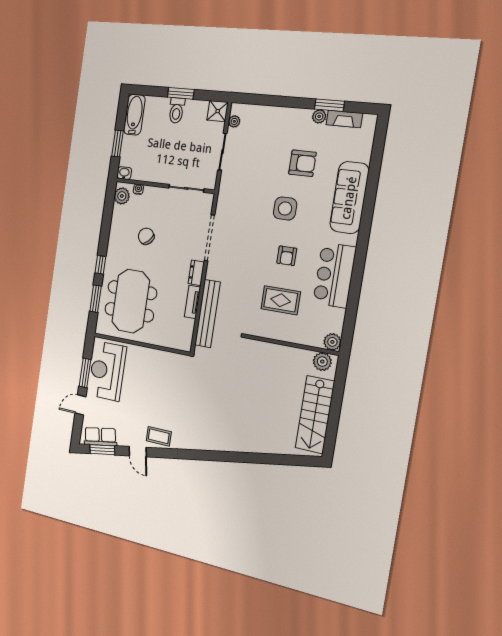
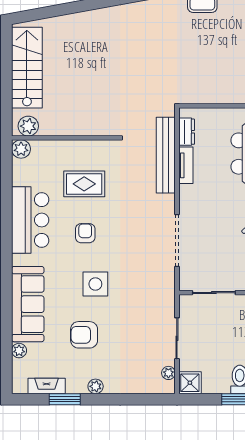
plant: (319, 116) -> (96, 386), moved
plant: (365, 155) -> (19, 351), added
dresser: (196, 273) -> (187, 132), moved

